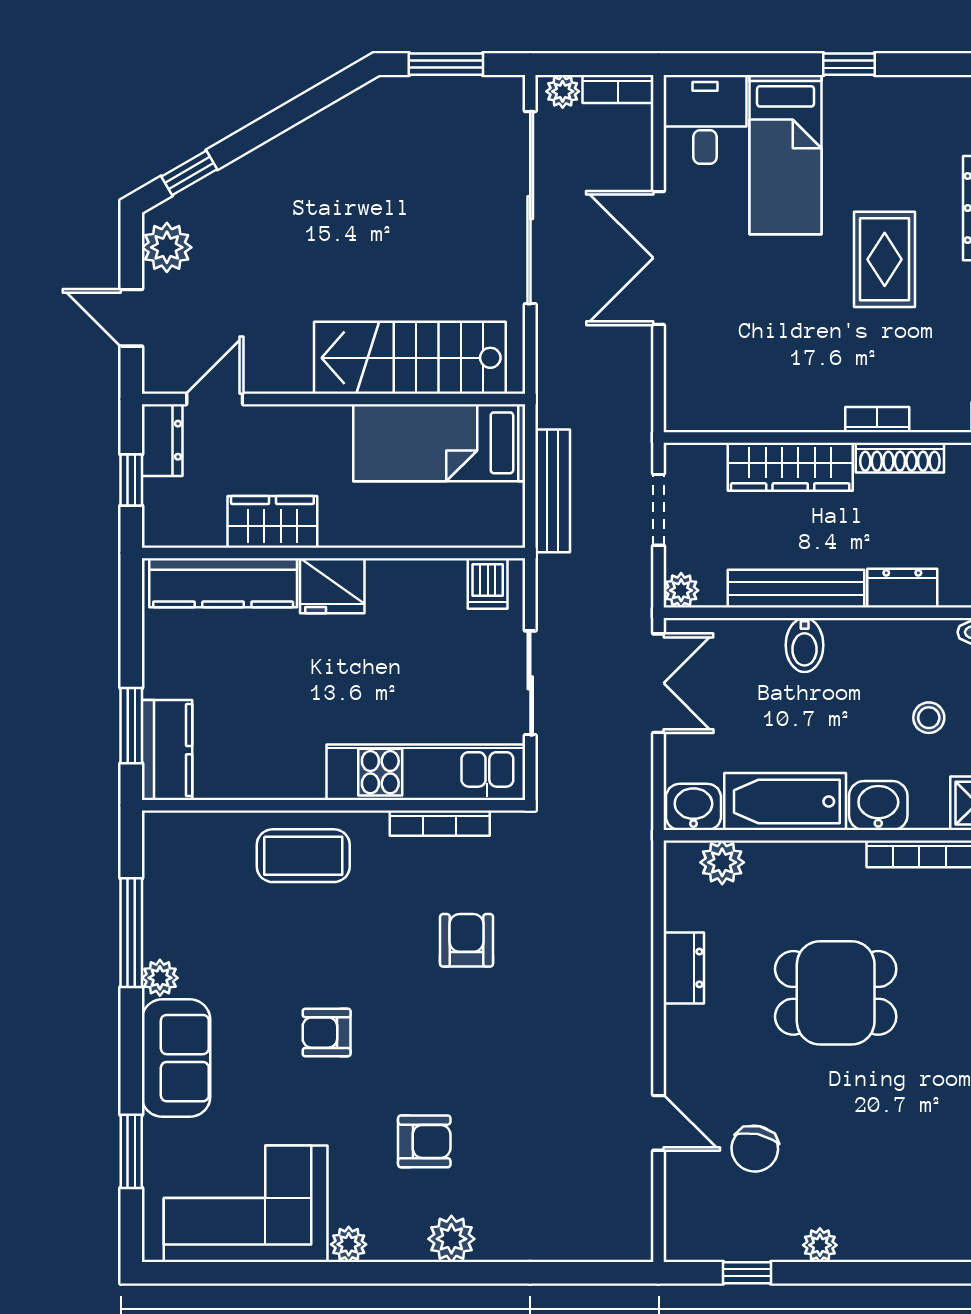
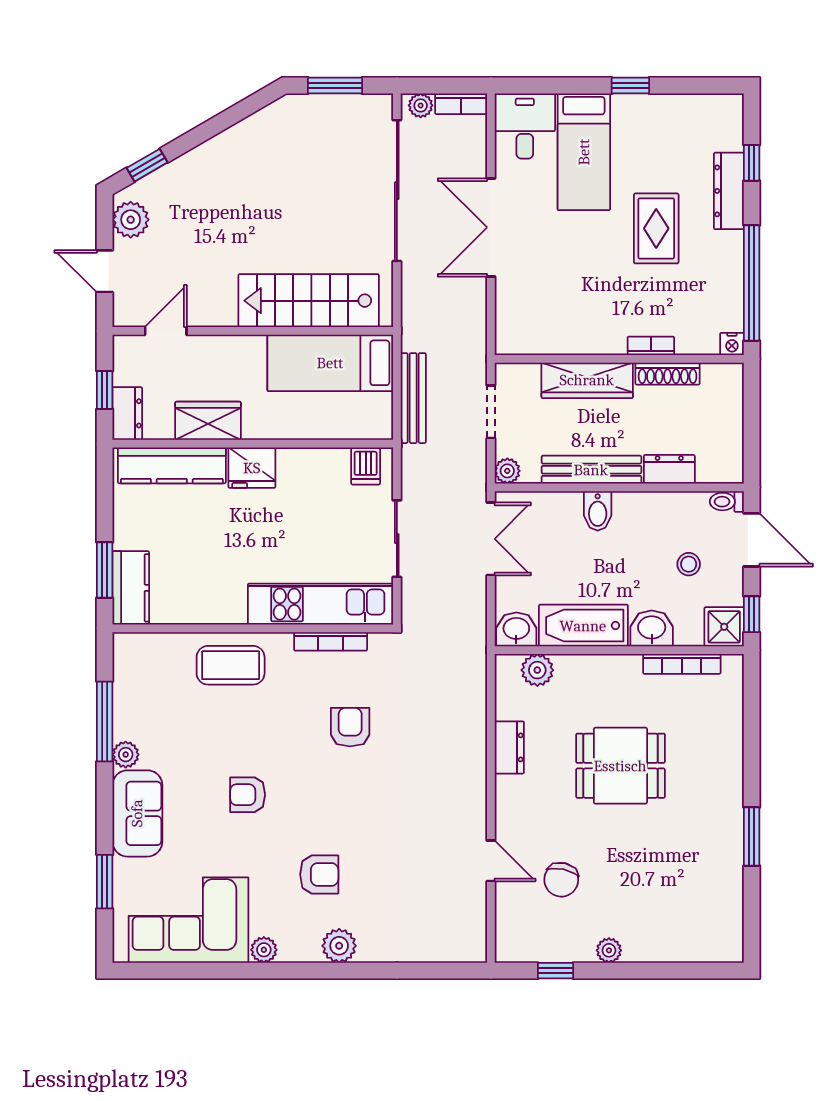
dresser: (162, 440) -> (127, 413), moved

